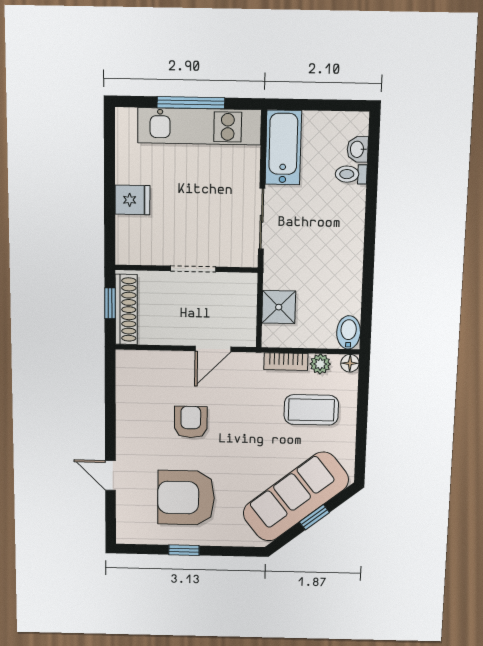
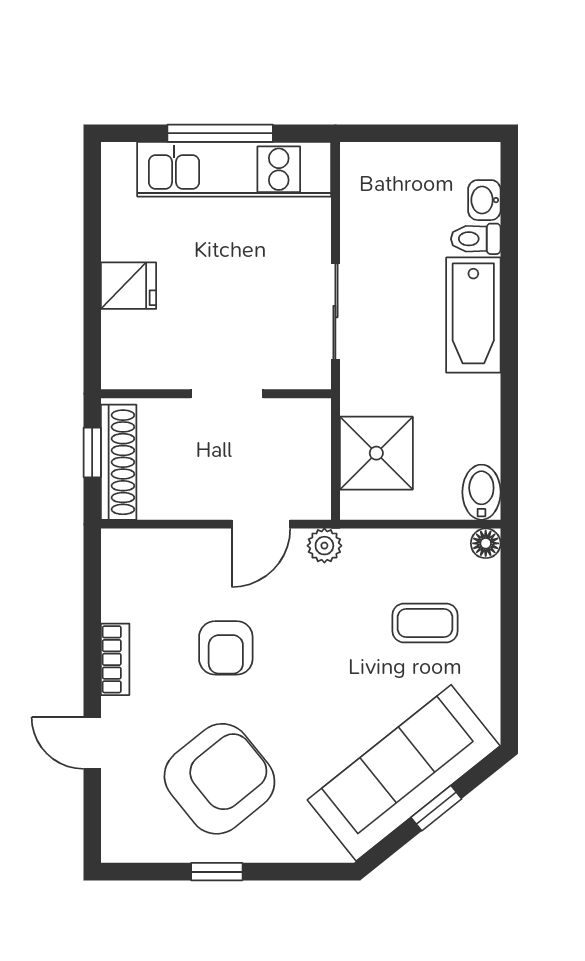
bathtub: (283, 148) -> (473, 315), moved, turned 180
shower: (279, 307) -> (376, 453), width x1.36, depth x1.36
bookcase: (286, 362) -> (115, 659), moved, turned -90
plant: (320, 364) -> (324, 546), moved
coffee table: (311, 410) -> (425, 623), width x0.73, depth x0.77
armchair: (191, 422) -> (226, 648), turned 180
armchair: (186, 498) -> (219, 779), turned 141

